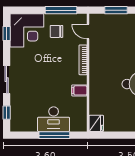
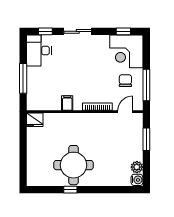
desk: (54, 119) -> (39, 51), moved

